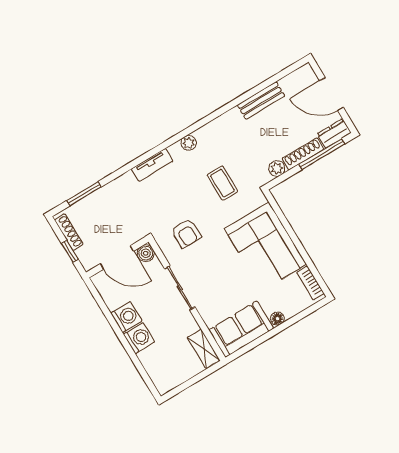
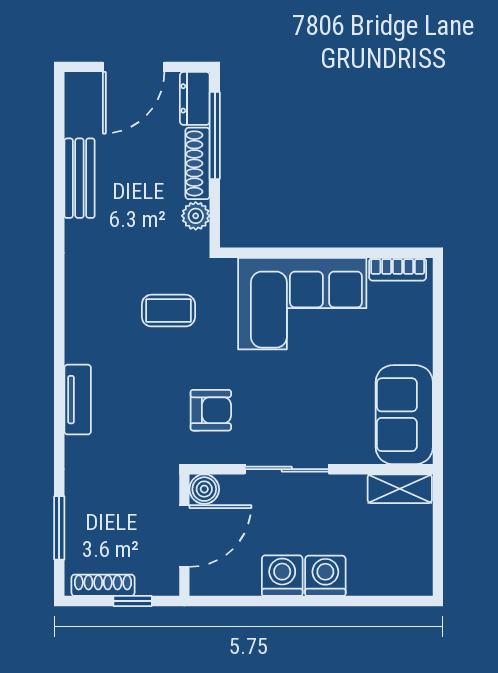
plant: (189, 143) -> (78, 325), removed
floor lamp: (277, 319) -> (421, 351), removed

